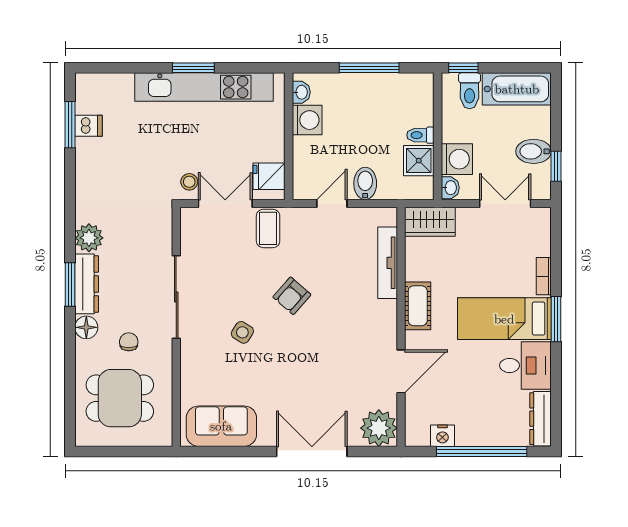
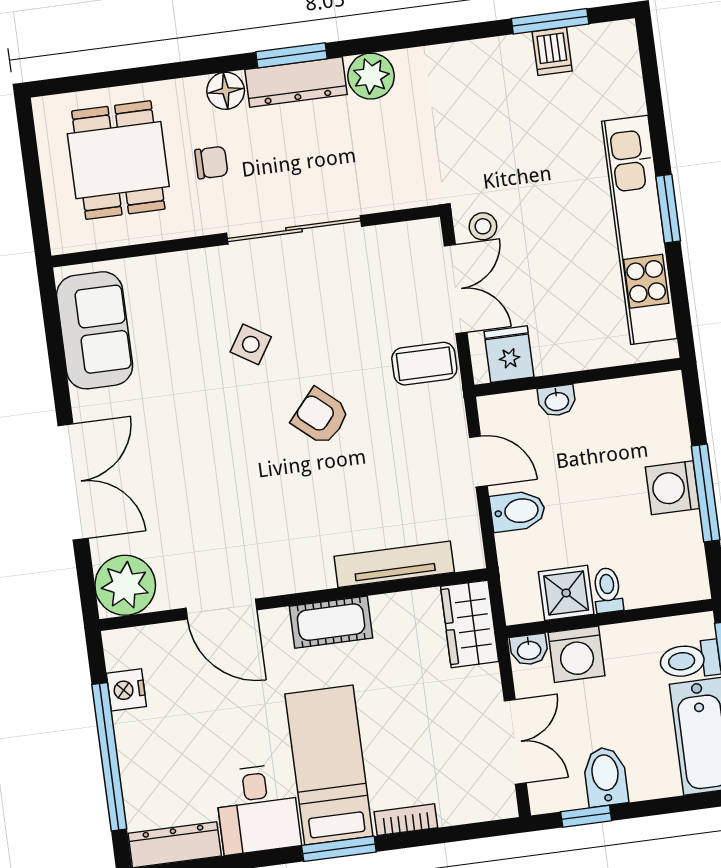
washbasin: (301, 92) -> (557, 401), moved
washing machine: (307, 120) -> (672, 488), moved, turned 90

